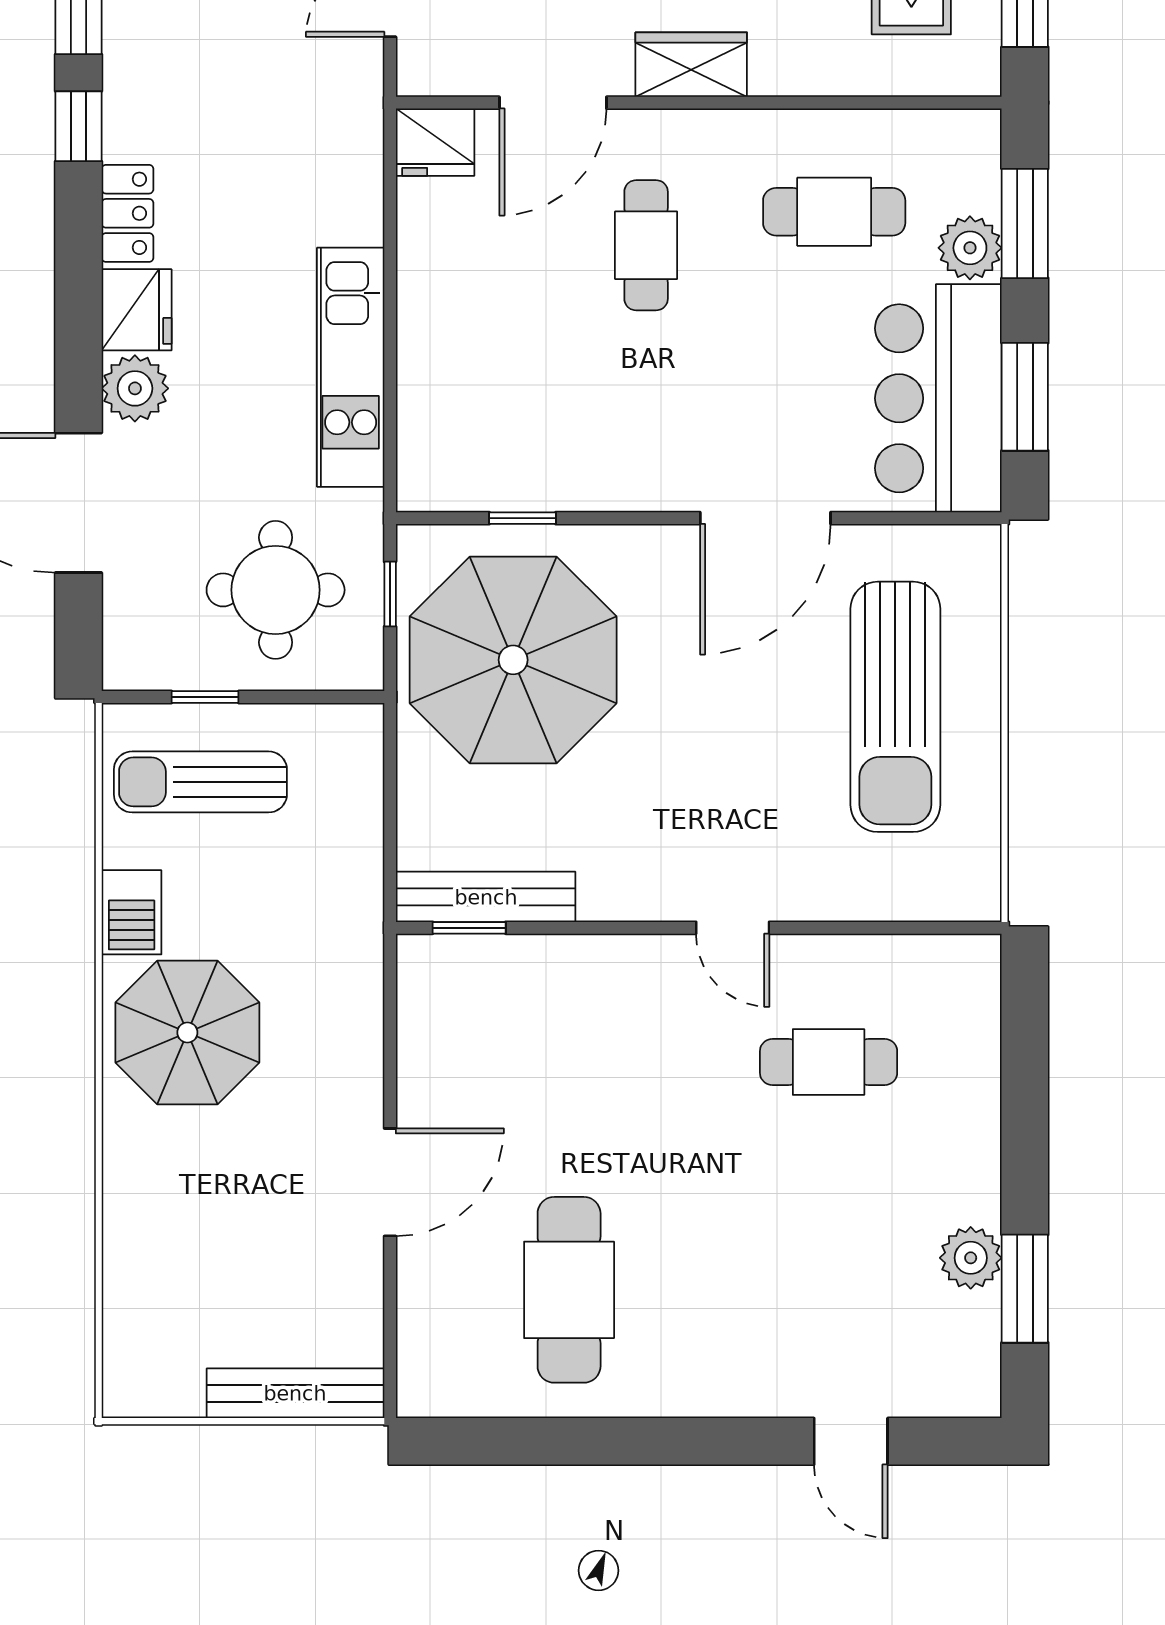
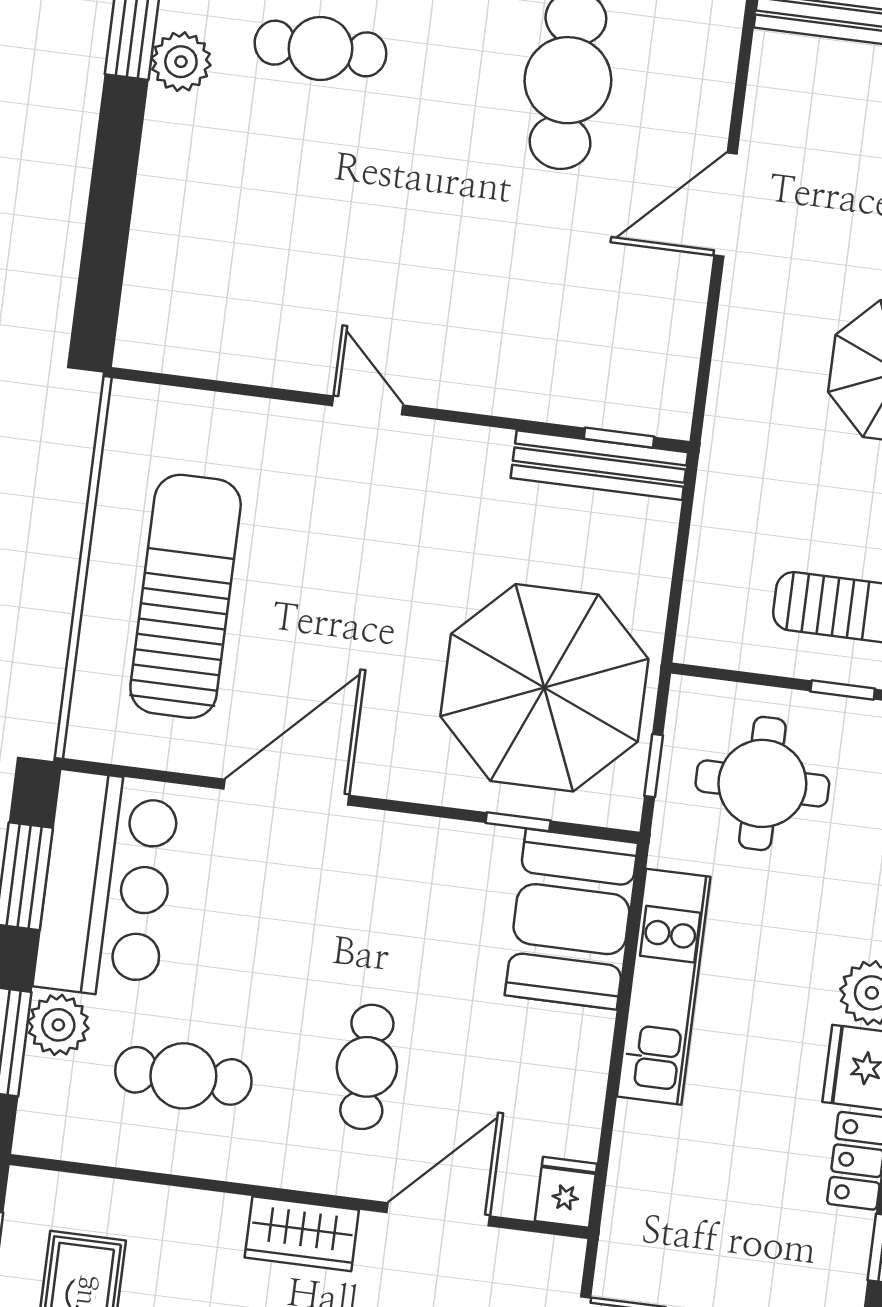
fridge: (435, 142) -> (566, 1192), width x0.72
booth: (455, 425) -> (571, 919), added
cafe table: (829, 1062) -> (320, 48), moved

